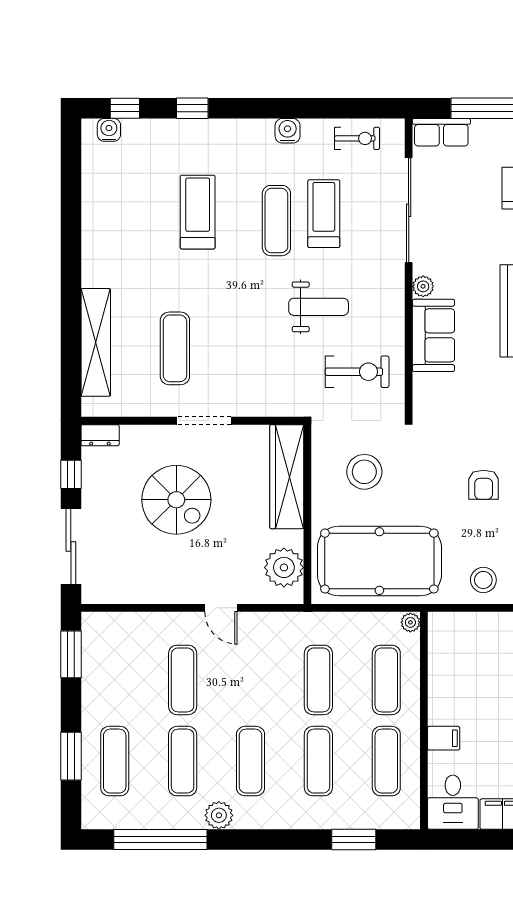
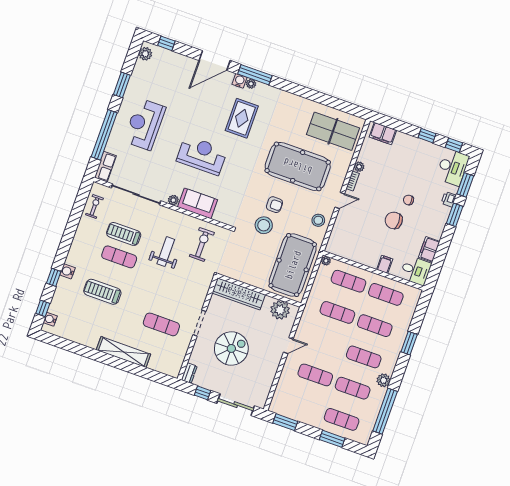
water cooler: (288, 131) -> (68, 271), moved
shelving: (96, 342) -> (123, 352), moved
stool: (364, 472) -> (264, 225), moved
window: (354, 839) -> (409, 343), moved

